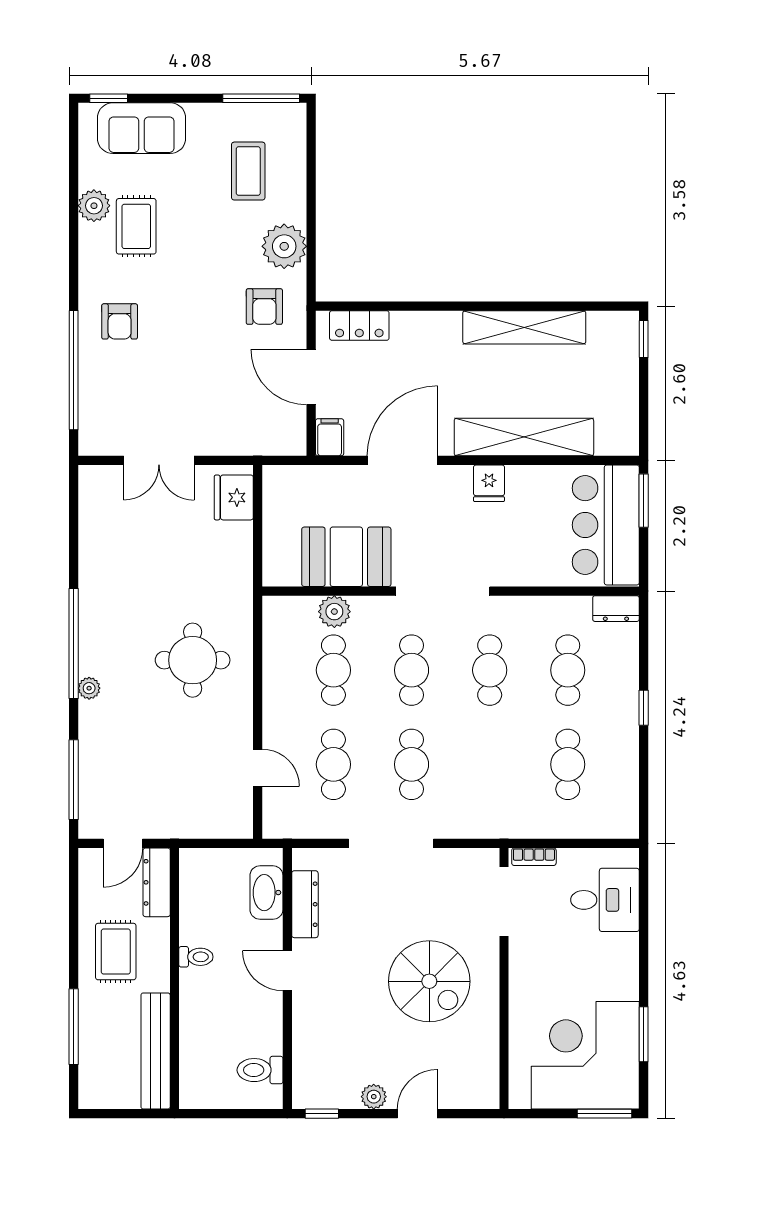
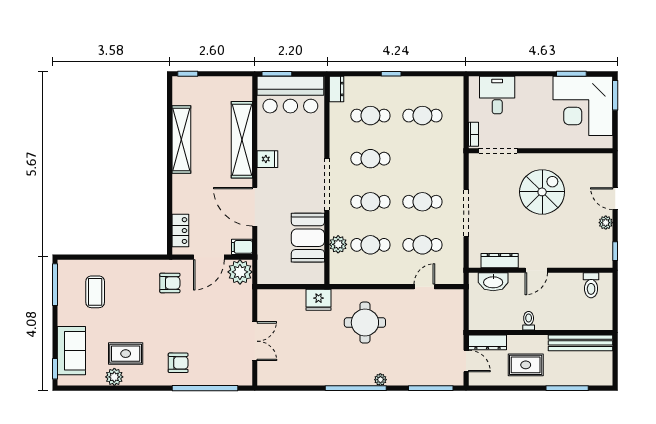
coffee table: (248, 171) -> (95, 292), turned 90
plant: (284, 246) -> (240, 272), moved
fridge: (234, 497) -> (319, 300), moved

